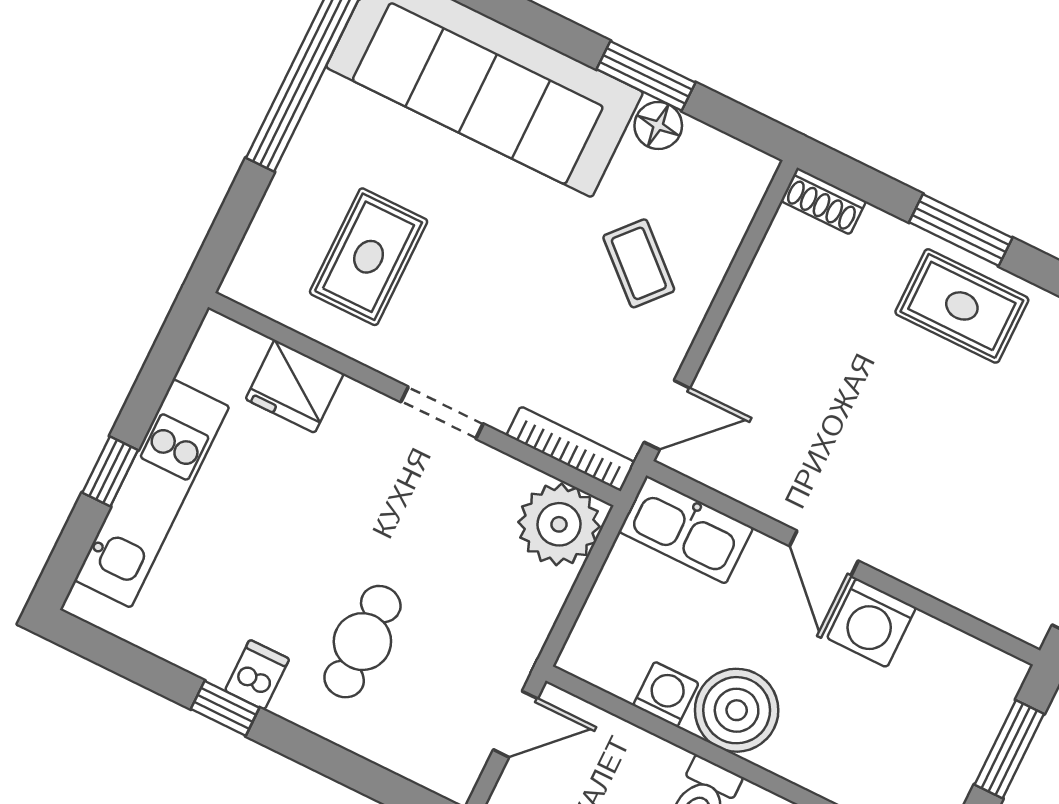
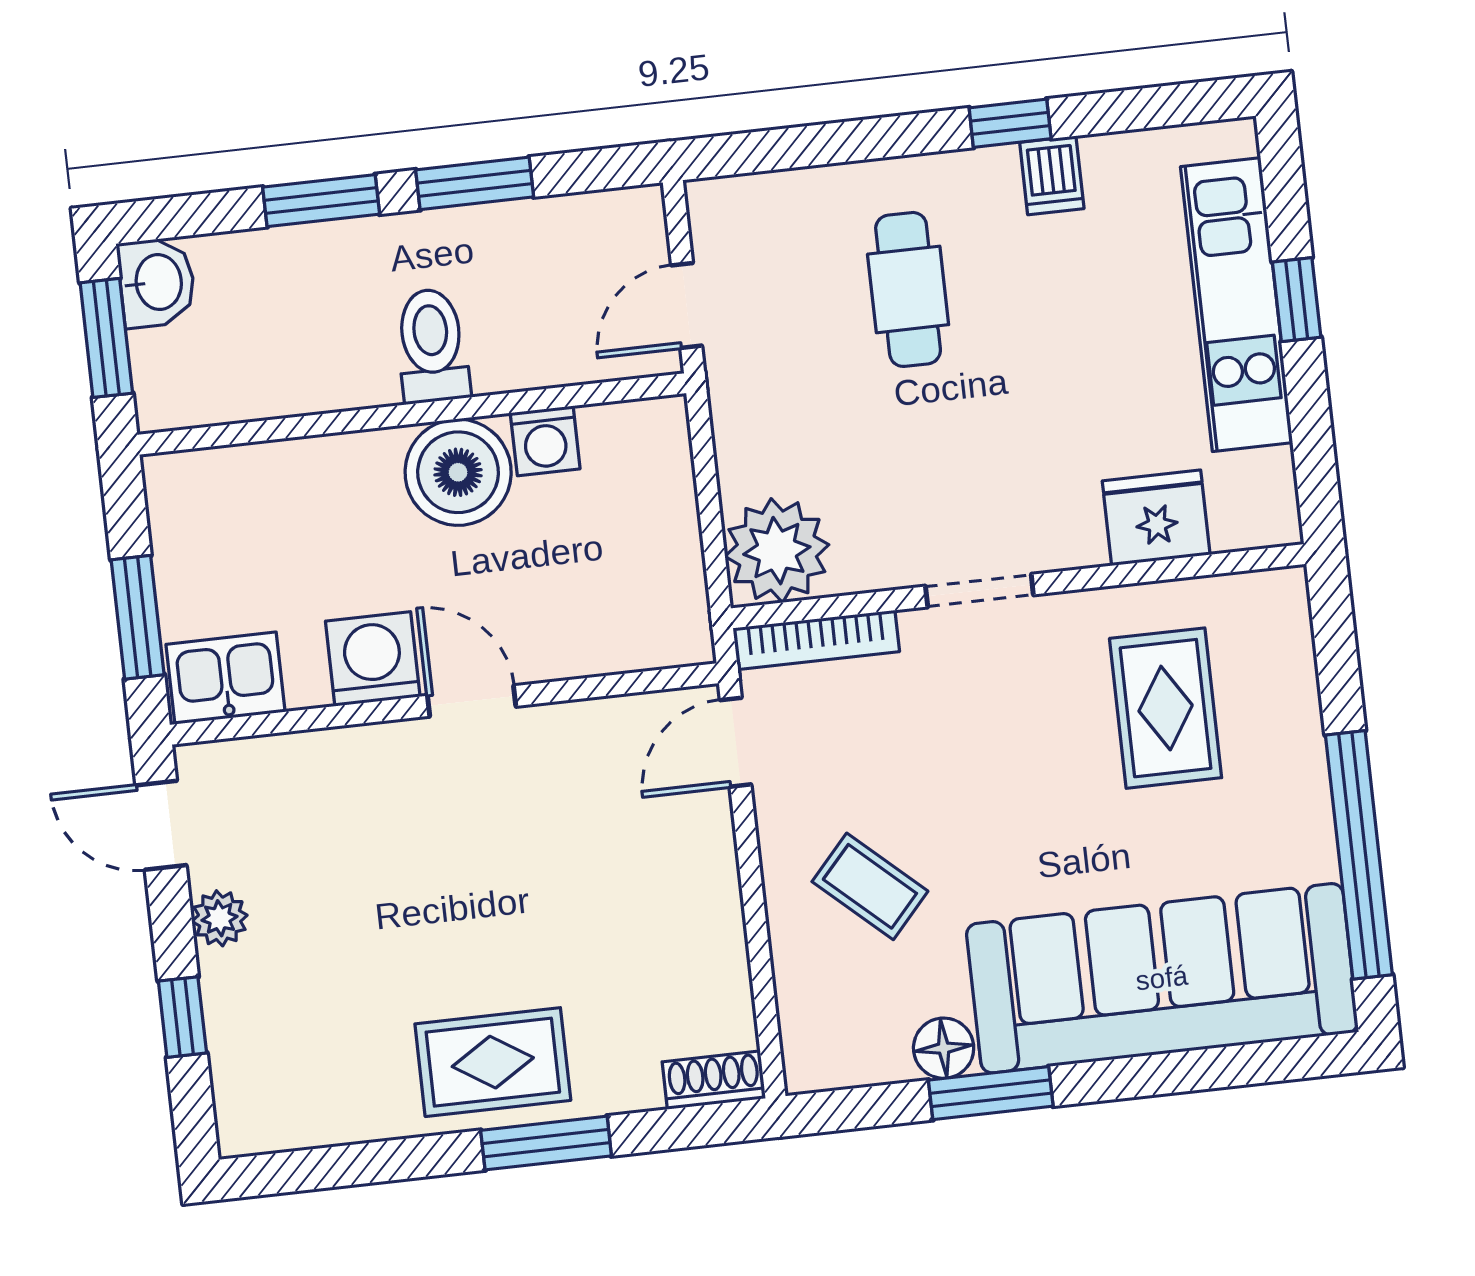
kitchen sink: (686, 530) -> (226, 678), moved, width x0.73
dishwasher: (257, 675) -> (1052, 175), moved

